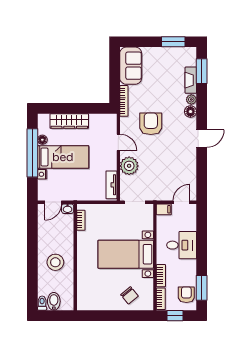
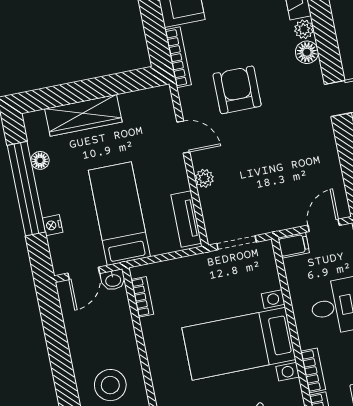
bed: (63, 157) -> (119, 214), moved, turned -90
plant: (129, 166) -> (204, 178), width x0.53, depth x0.53

